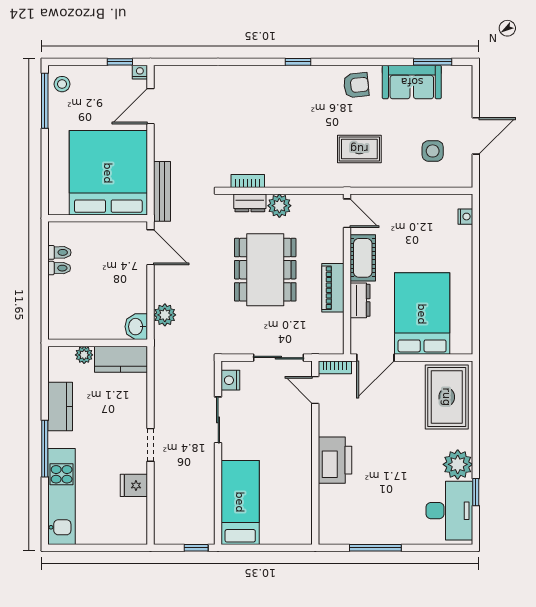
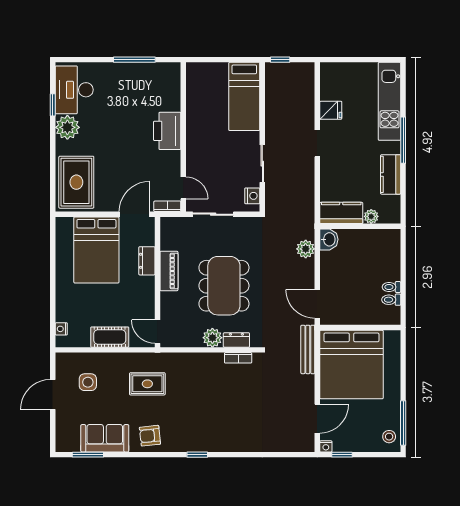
cot: (363, 258) -> (110, 337), moved, turned 90

